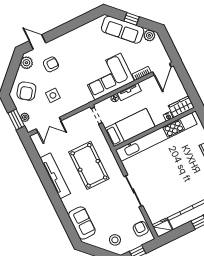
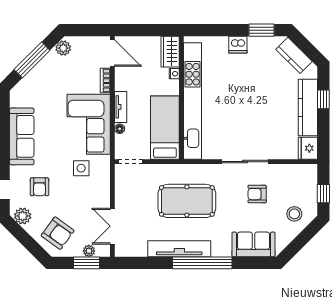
window: (132, 19) -> (32, 60), width x2.17
sofa: (123, 30) -> (22, 136), moved, turned -45
armchair: (51, 64) -> (39, 187), turned 180
side table: (53, 95) -> (81, 168), moved
double door: (49, 125) -> (112, 226), swing flipped
window: (53, 195) -> (202, 263), added
armchair: (141, 229) -> (257, 194), moved

